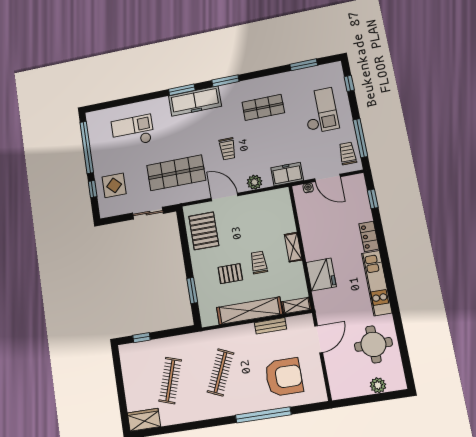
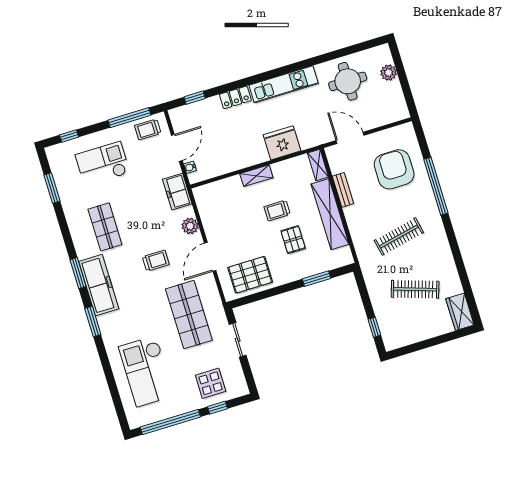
freezer: (195, 101) -> (99, 285), moved
checkout: (133, 131) -> (146, 371), width x1.36, depth x1.21
clothes rail: (221, 372) -> (399, 236), turned -36

